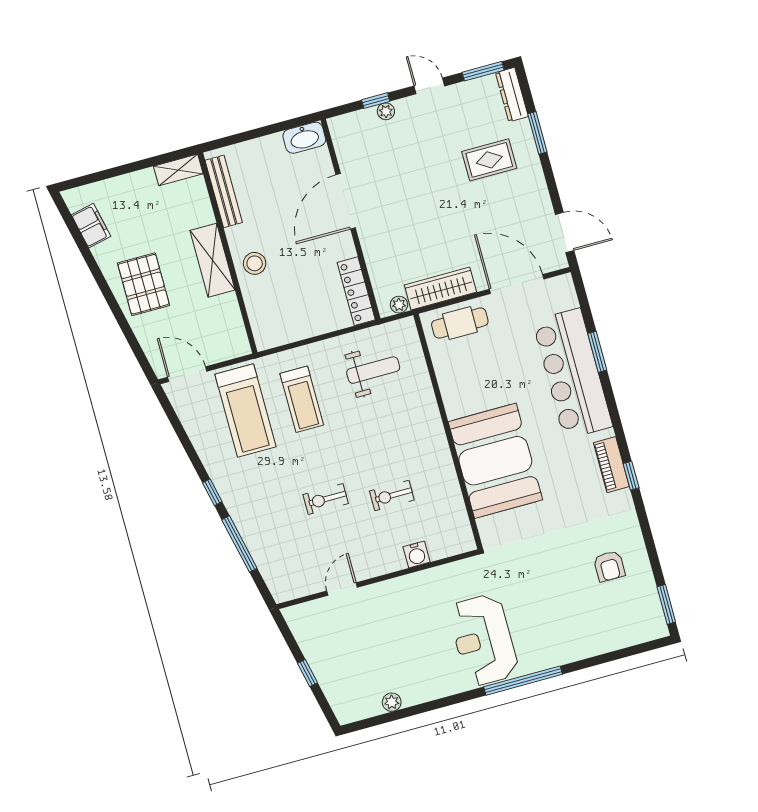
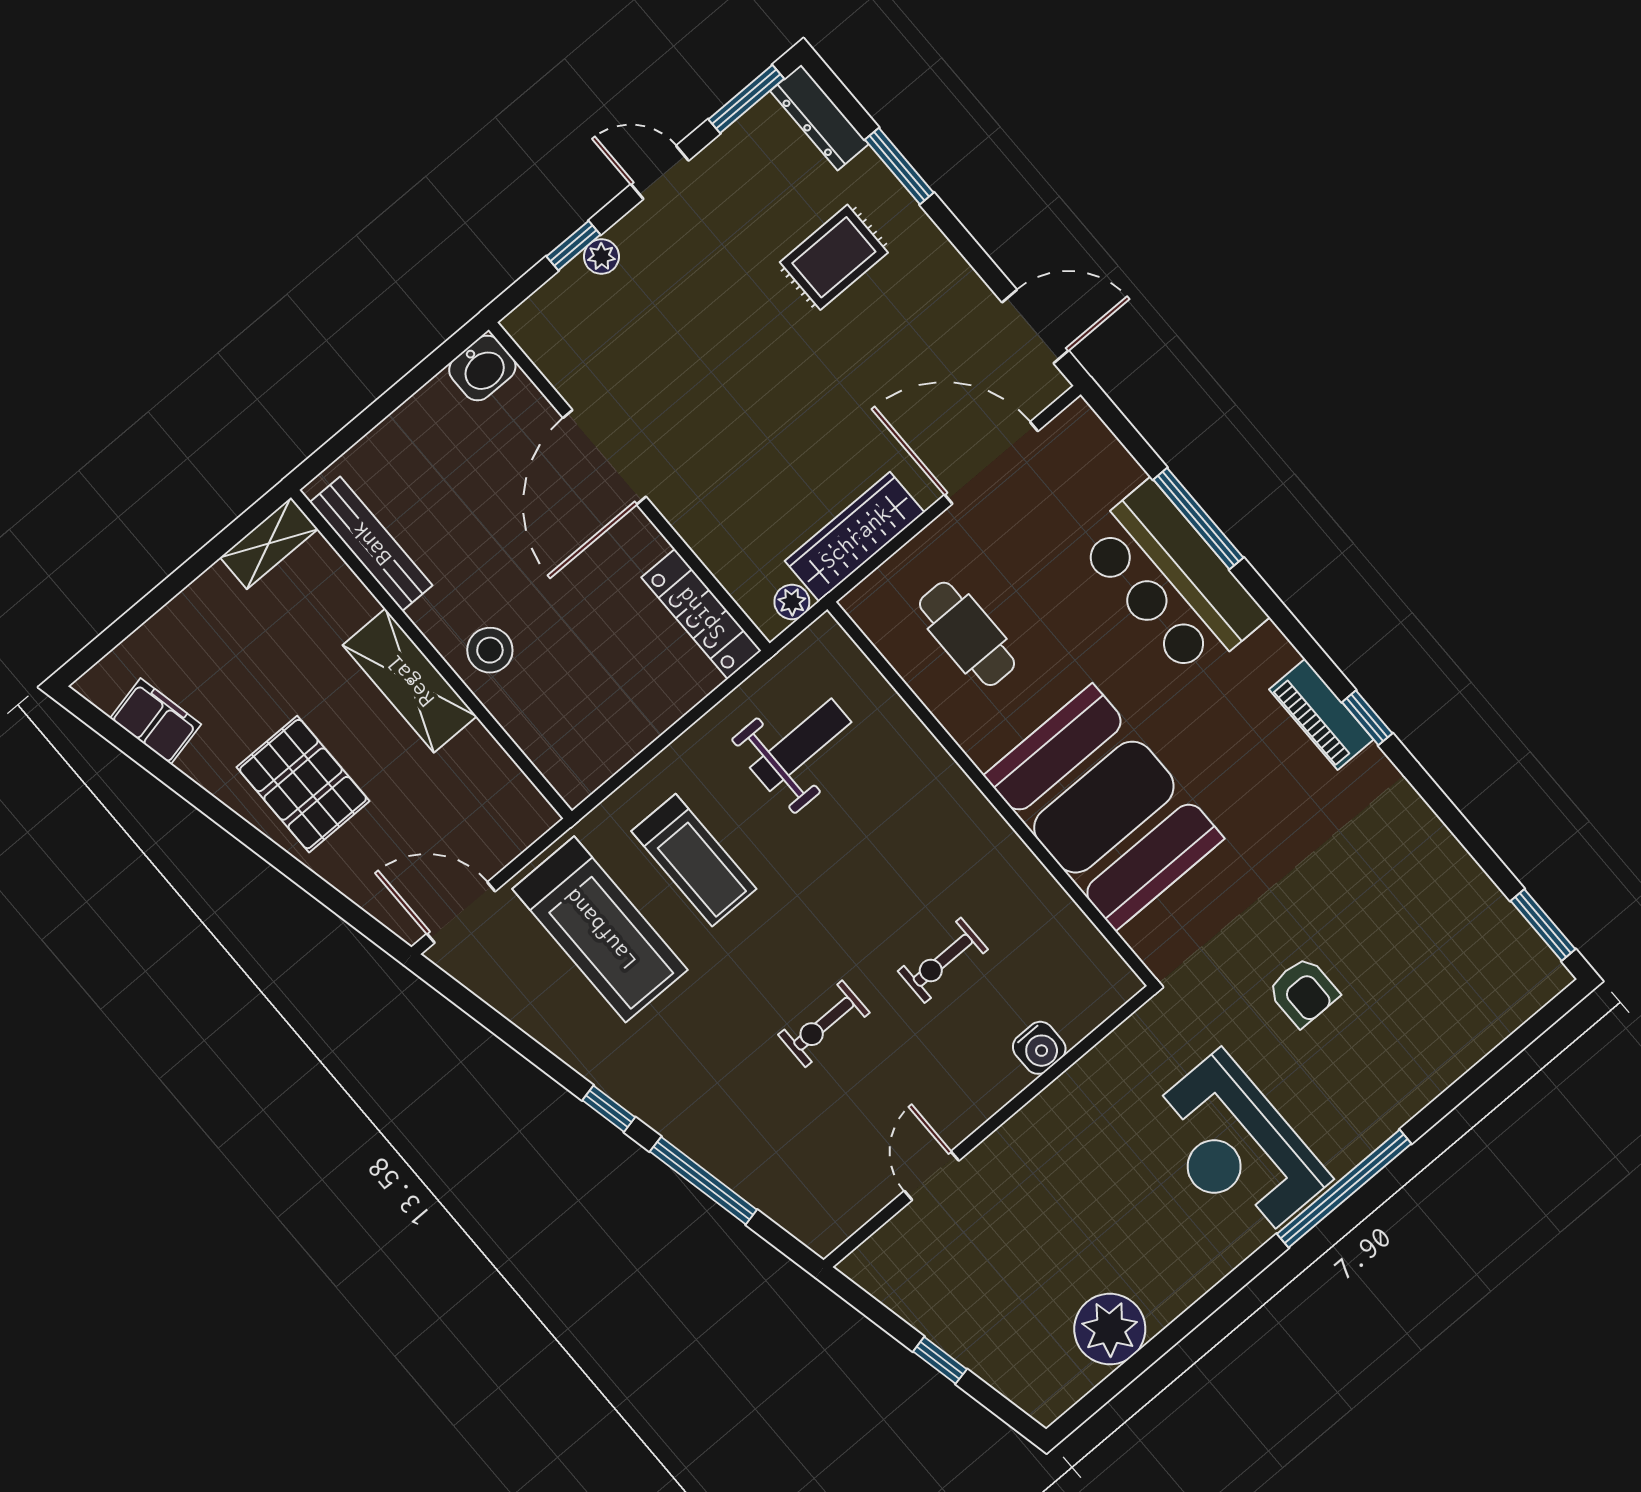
washbasin: (304, 138) -> (482, 368), width x0.72
cafe table: (460, 323) -> (967, 634), moved, turned 90
window: (597, 352) -> (1198, 519), width x1.44
bar counter: (572, 374) -> (1171, 580), width x0.73
armchair: (609, 566) -> (1303, 992), moved
plant: (392, 702) -> (1110, 1329), width x1.87, depth x1.87

